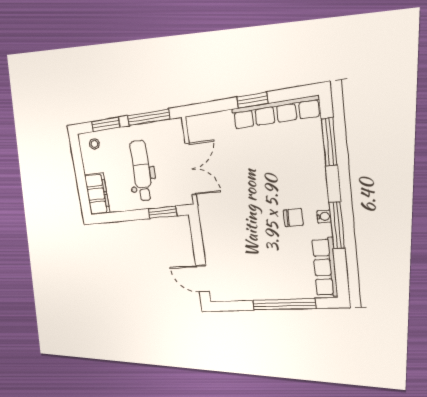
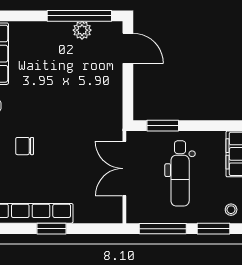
chair: (293, 218) -> (25, 146), moved
plant: (246, 293) -> (82, 30), added
window: (284, 304) -> (79, 16), moved

